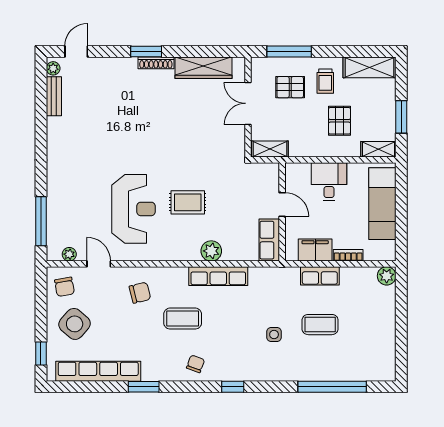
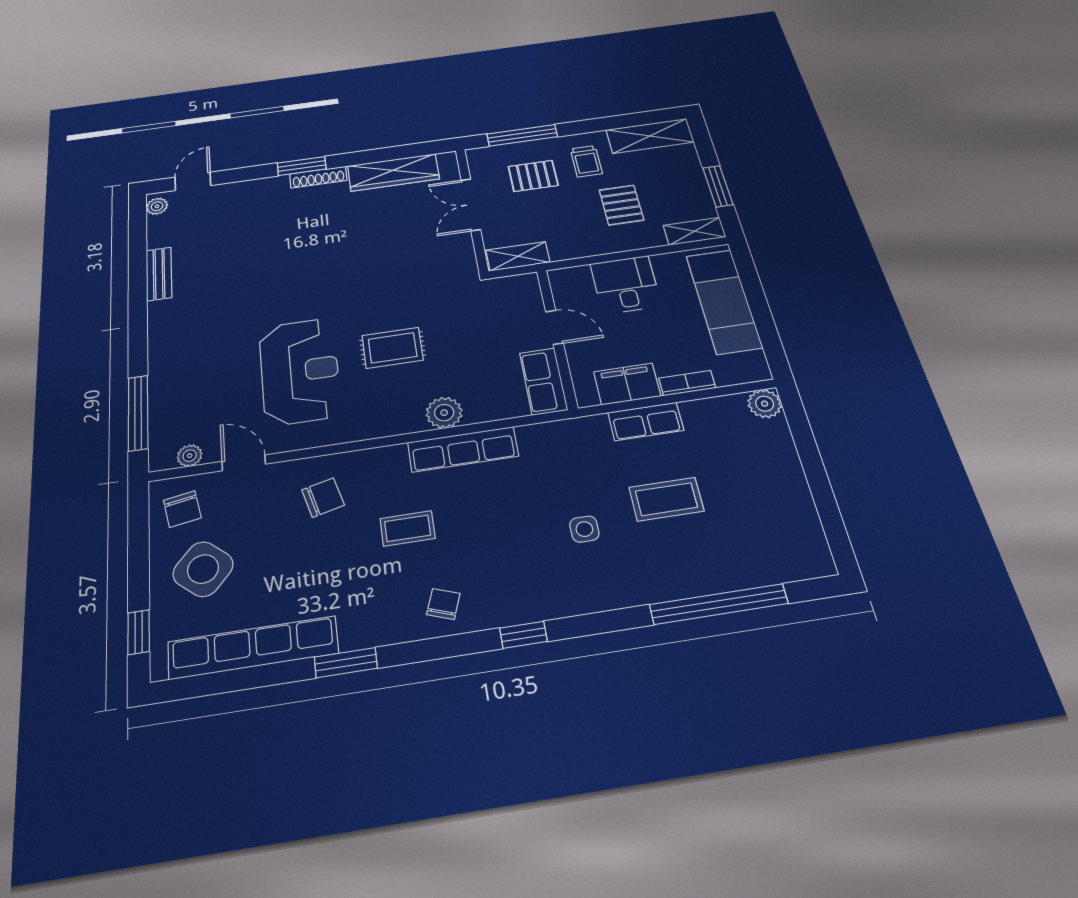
bench: (54, 96) -> (159, 274), moved
coffee table: (183, 319) -> (408, 528), width x0.73, depth x0.77

